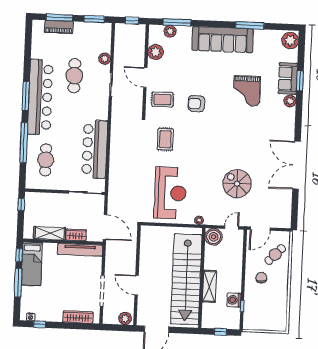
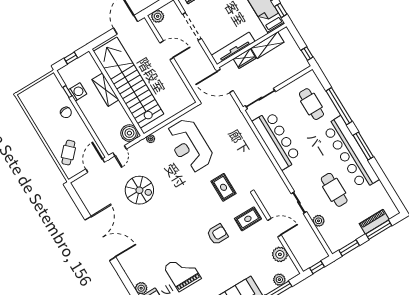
chair: (261, 278) -> (66, 112), moved

